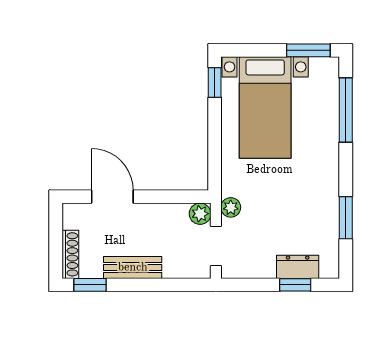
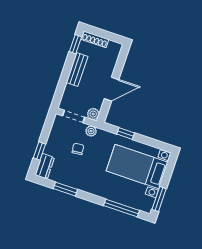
window: (215, 82) -> (126, 133), moved
door: (112, 197) -> (112, 89), moved
chair: (269, 220) -> (78, 149), added
dresser: (298, 267) -> (45, 166), moved

